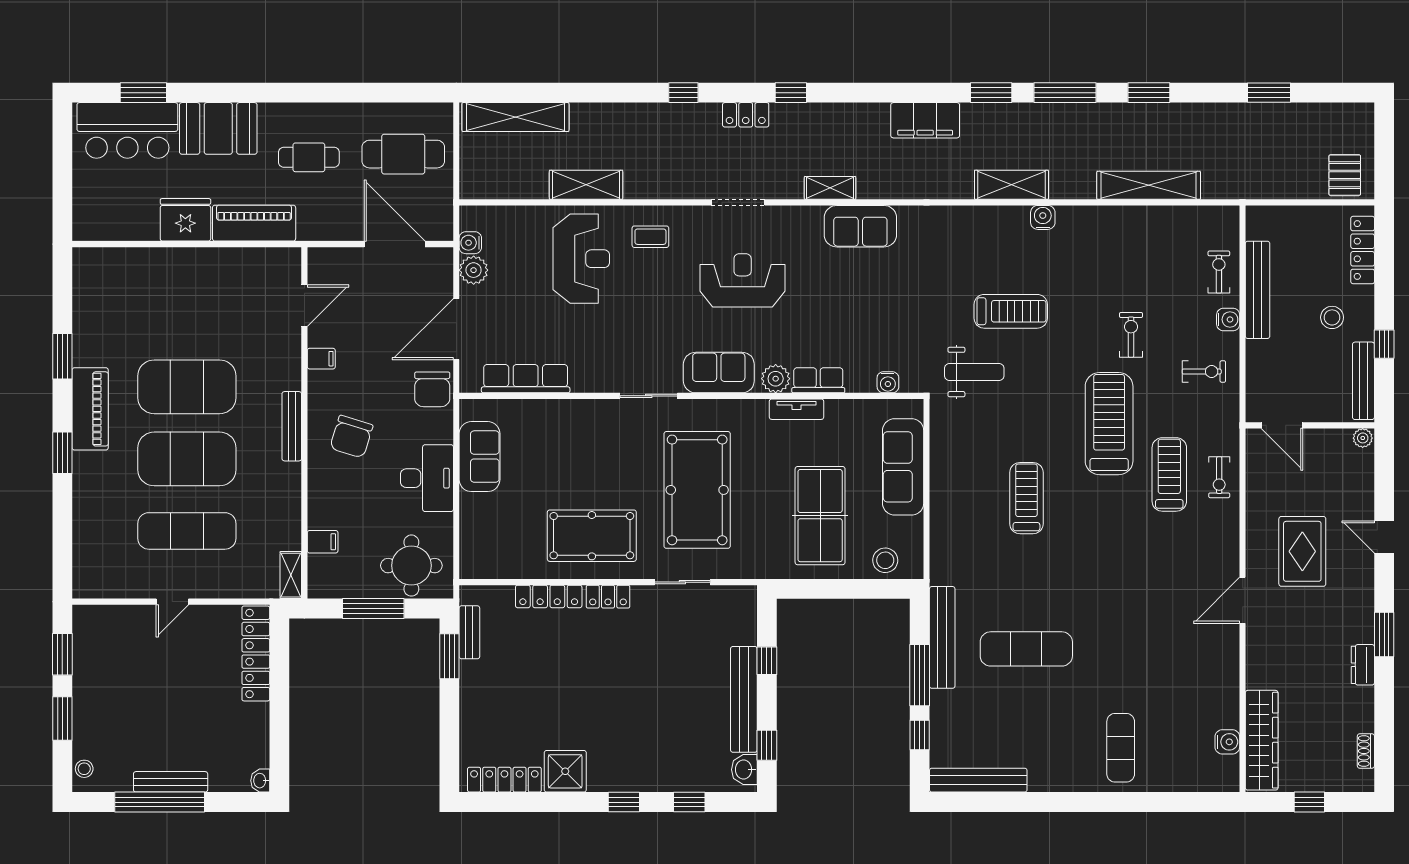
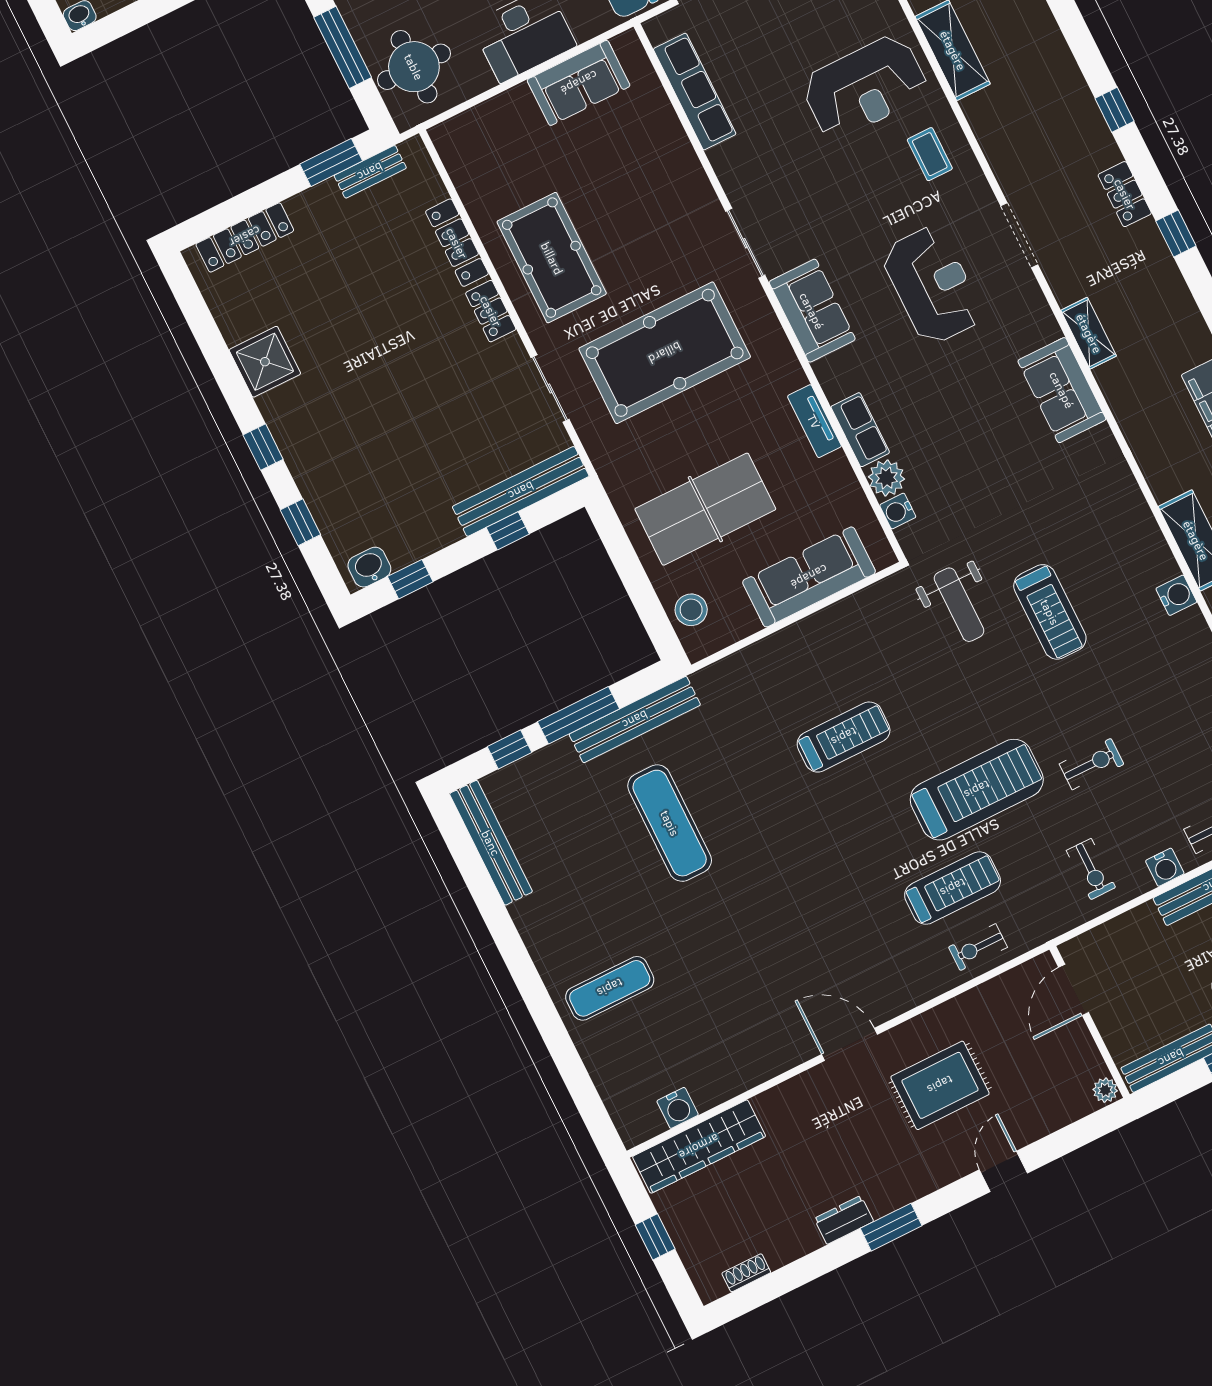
plant: (776, 379) -> (886, 478), moved
bench: (744, 699) -> (521, 491), moved
locker: (504, 780) -> (245, 237), moved, turned 90

